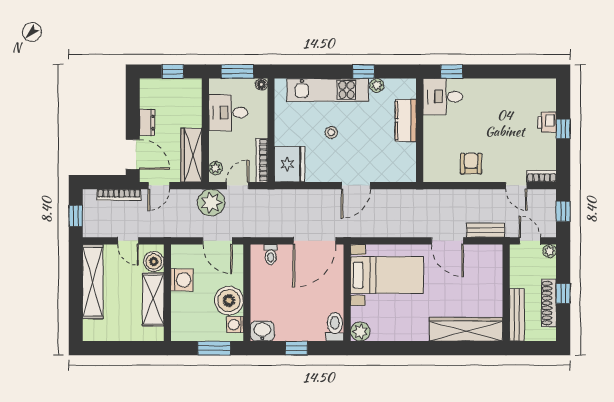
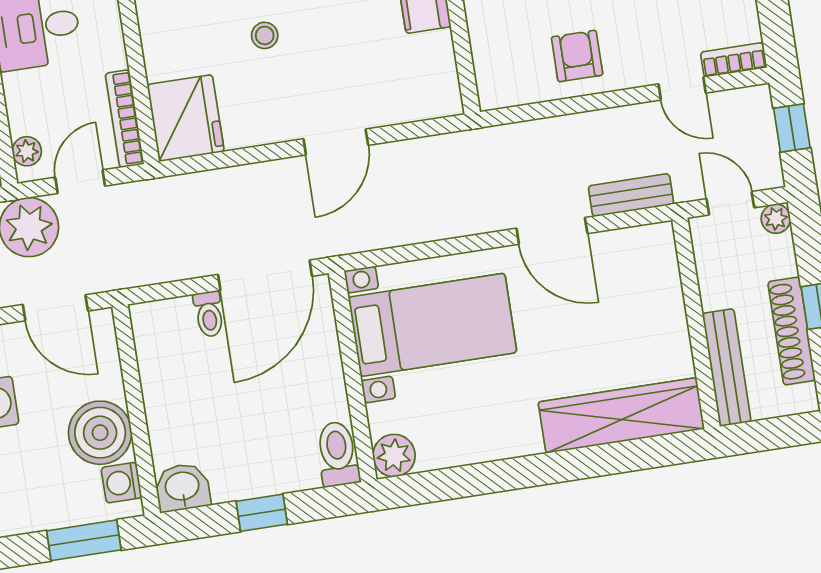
toilet: (271, 255) -> (209, 314), moved

